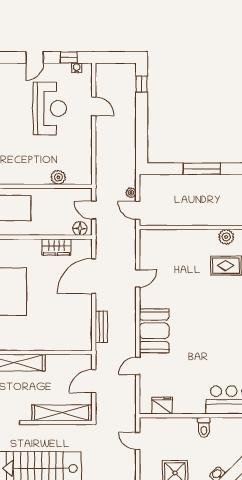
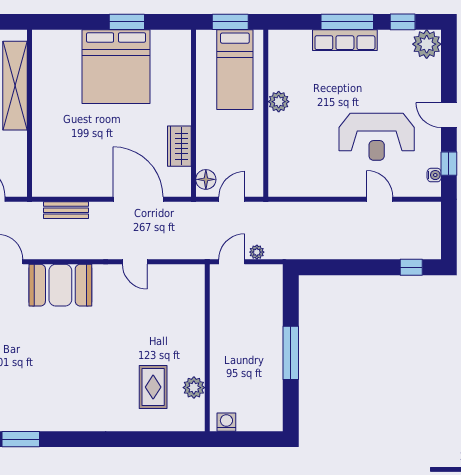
door: (94, 106) -> (380, 199), swing flipped
plant: (58, 177) -> (279, 102), moved

